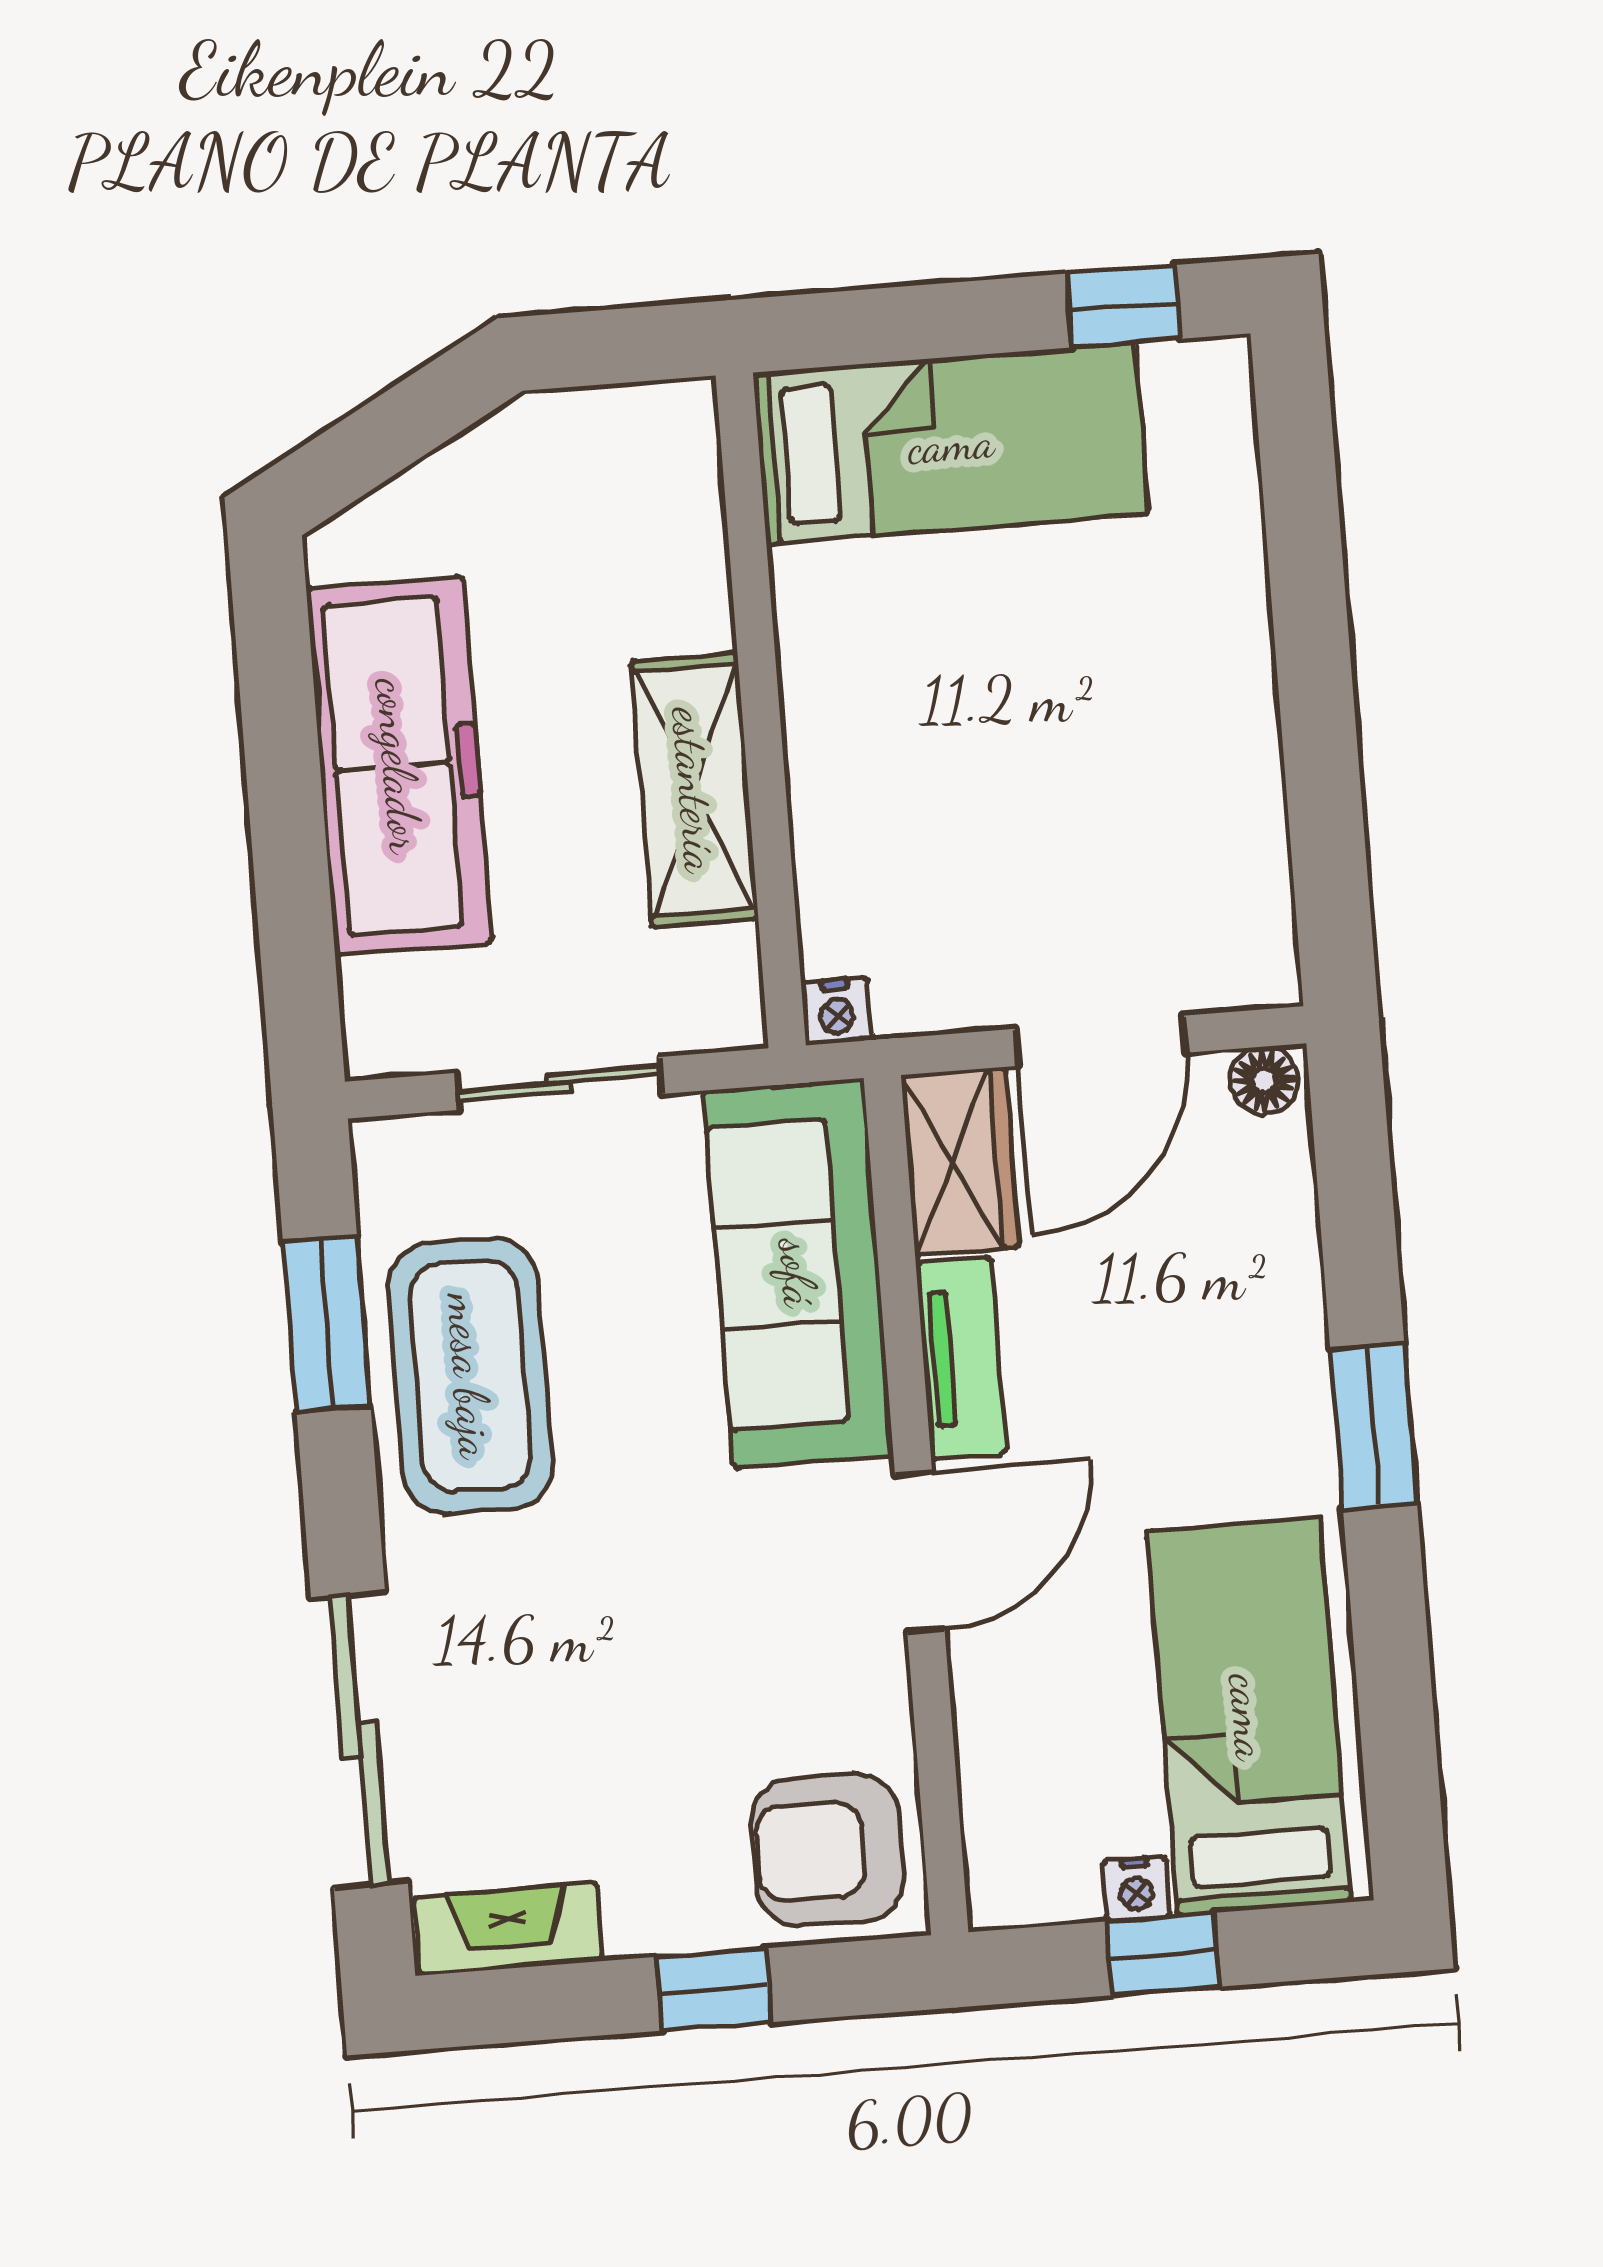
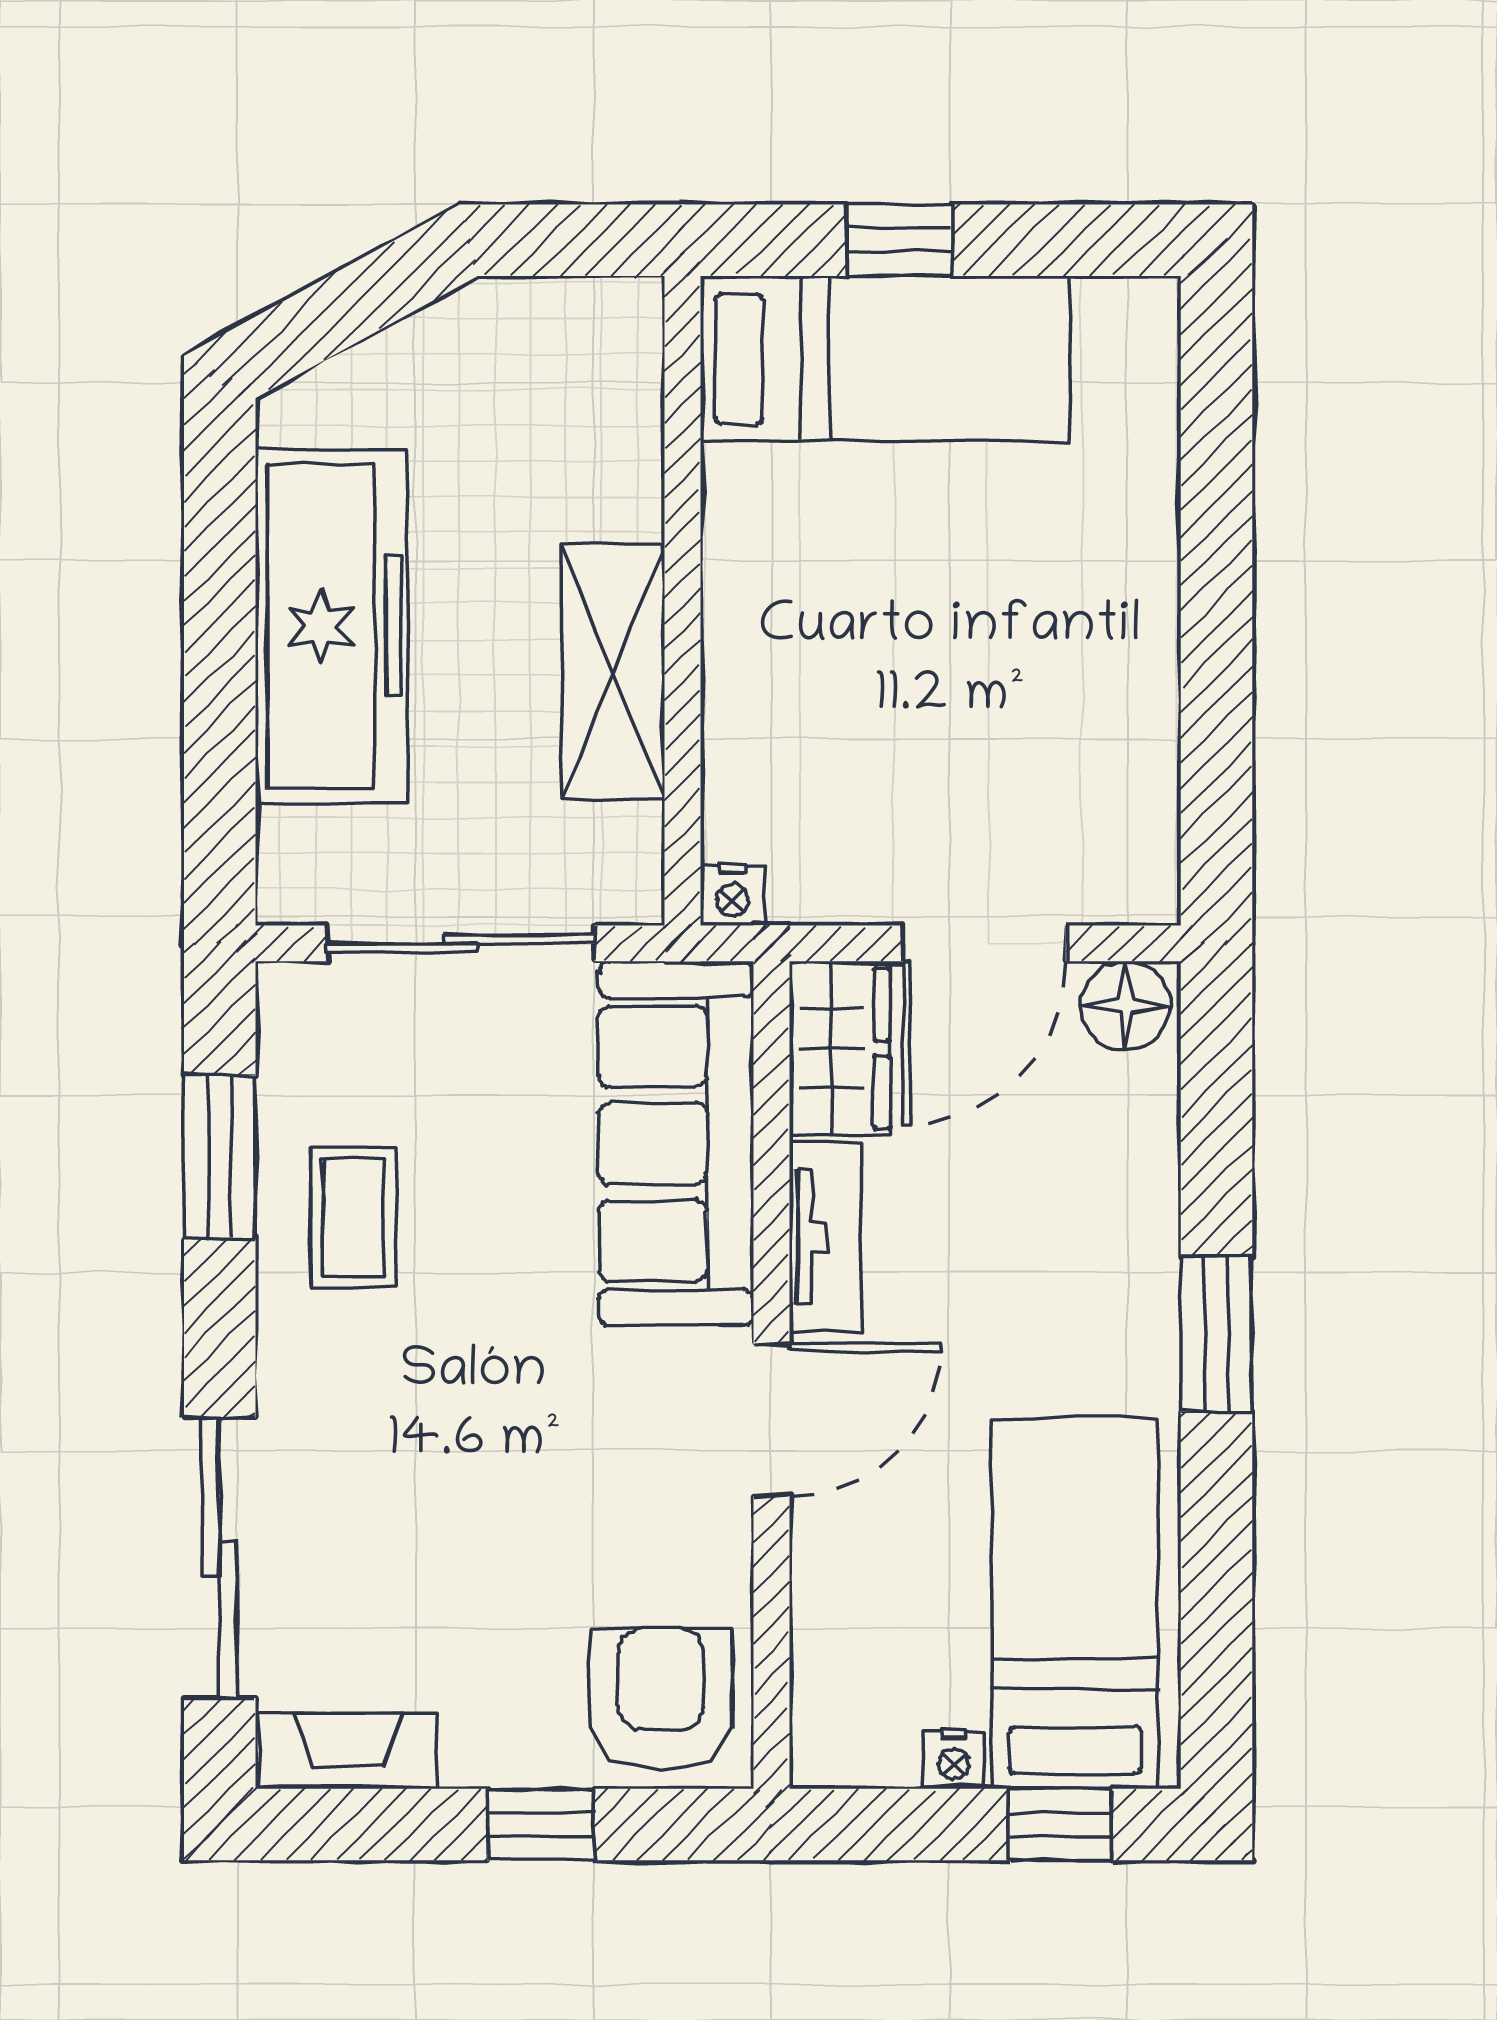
window: (1123, 306) -> (899, 240), moved
floor lamp: (1264, 1081) -> (1125, 1006), width x1.37, depth x1.37
sliding door: (559, 1083) -> (461, 943), width x1.37
coffee table: (470, 1376) -> (354, 1218), width x0.54, depth x0.58
armchair: (828, 1850) -> (661, 1699), turned 90
window: (1164, 1954) -> (1060, 1825), moved

